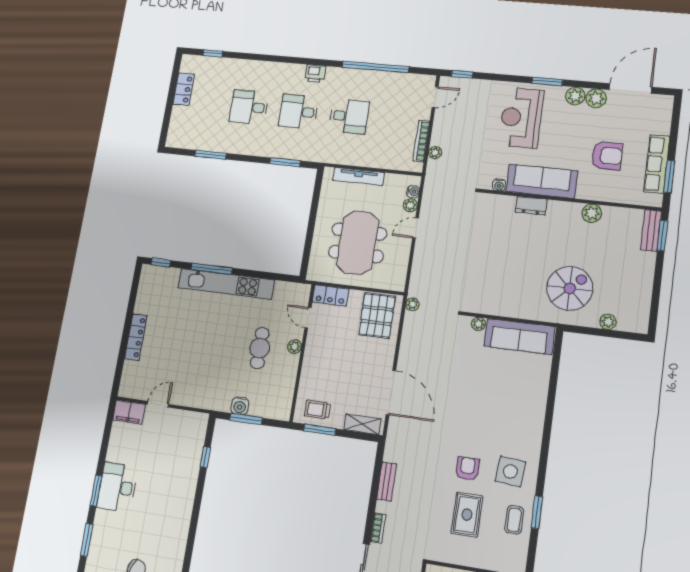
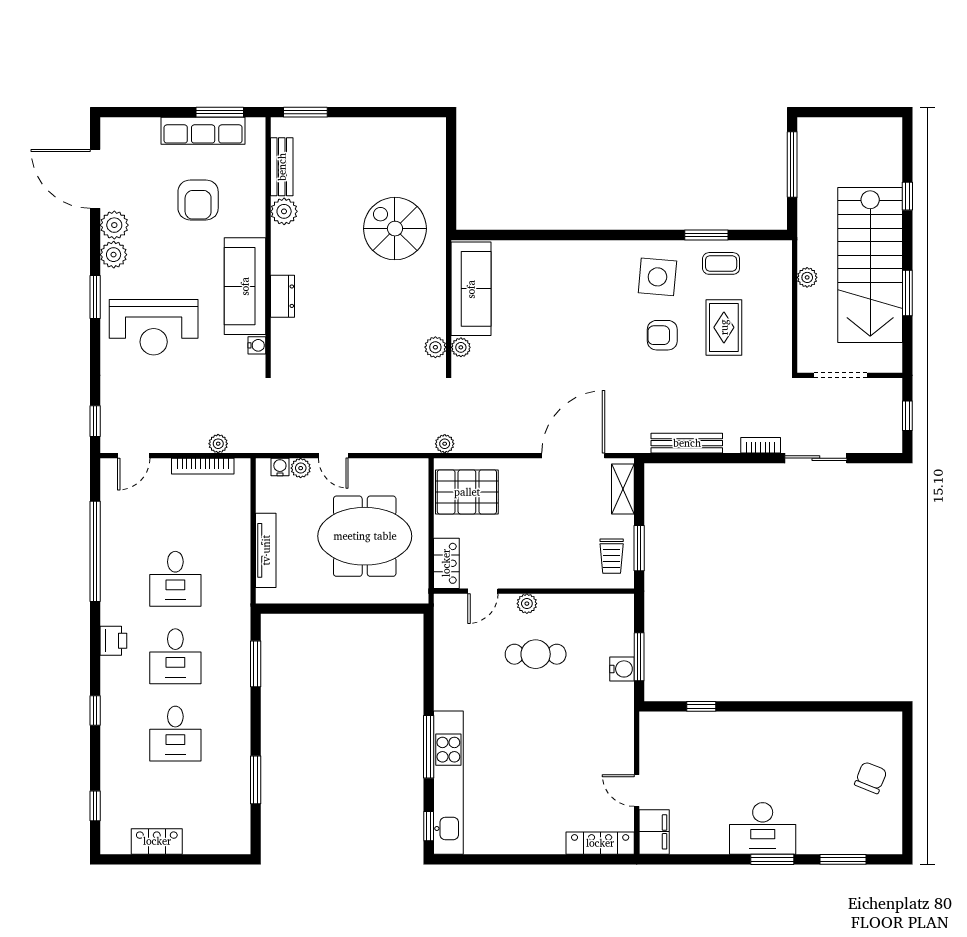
window: (273, 58) -> (95, 711), added
door: (435, 97) -> (134, 456), swing flipped
desk: (349, 116) -> (175, 579), turned 180
armchair: (607, 156) -> (198, 200), turned 180
bench: (651, 230) -> (282, 167), moved, turned 90
kitchen unit: (226, 284) -> (448, 783), moved
plant: (608, 322) -> (435, 347), moved
locker: (136, 337) -> (600, 843), moved
bench: (387, 481) -> (687, 443), width x1.36
rug: (467, 515) -> (724, 327), turned 90

